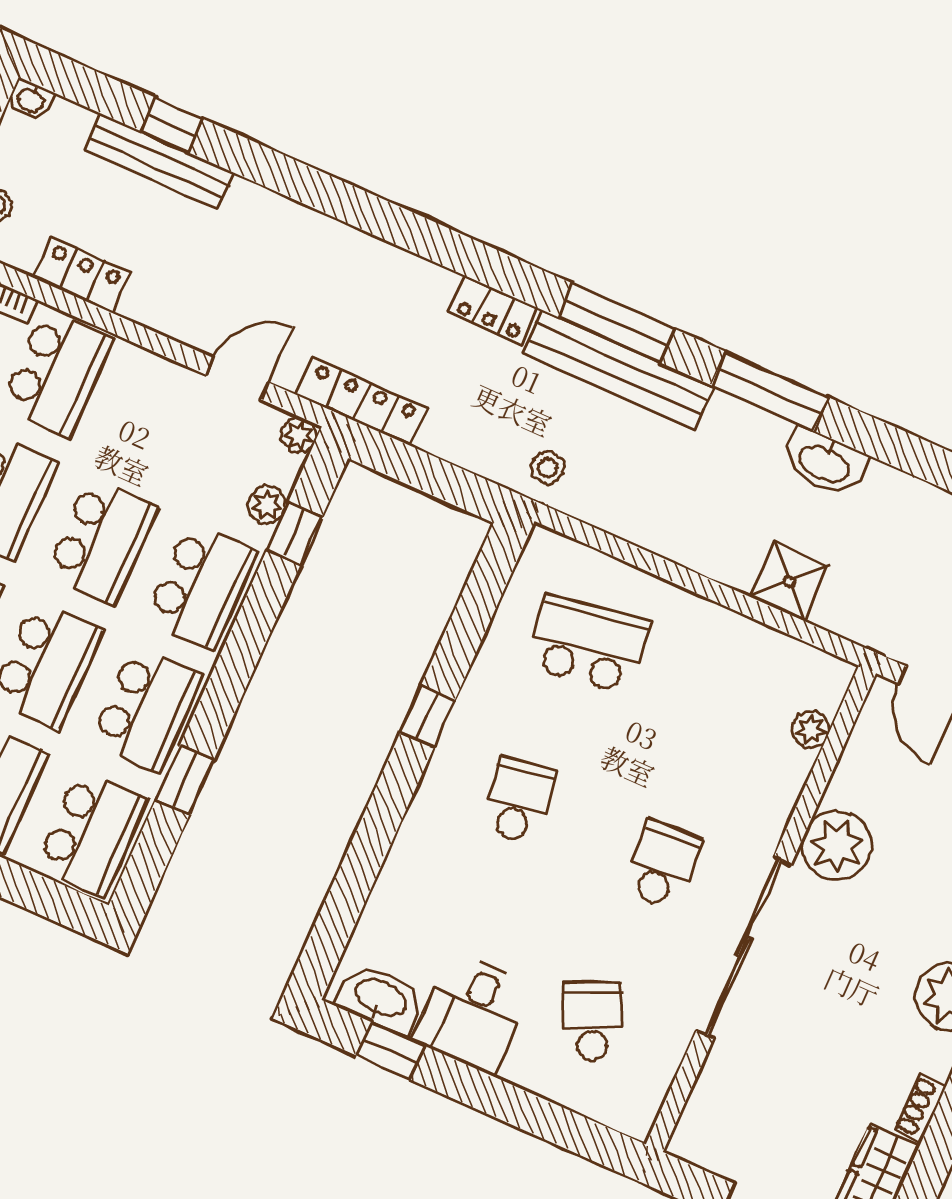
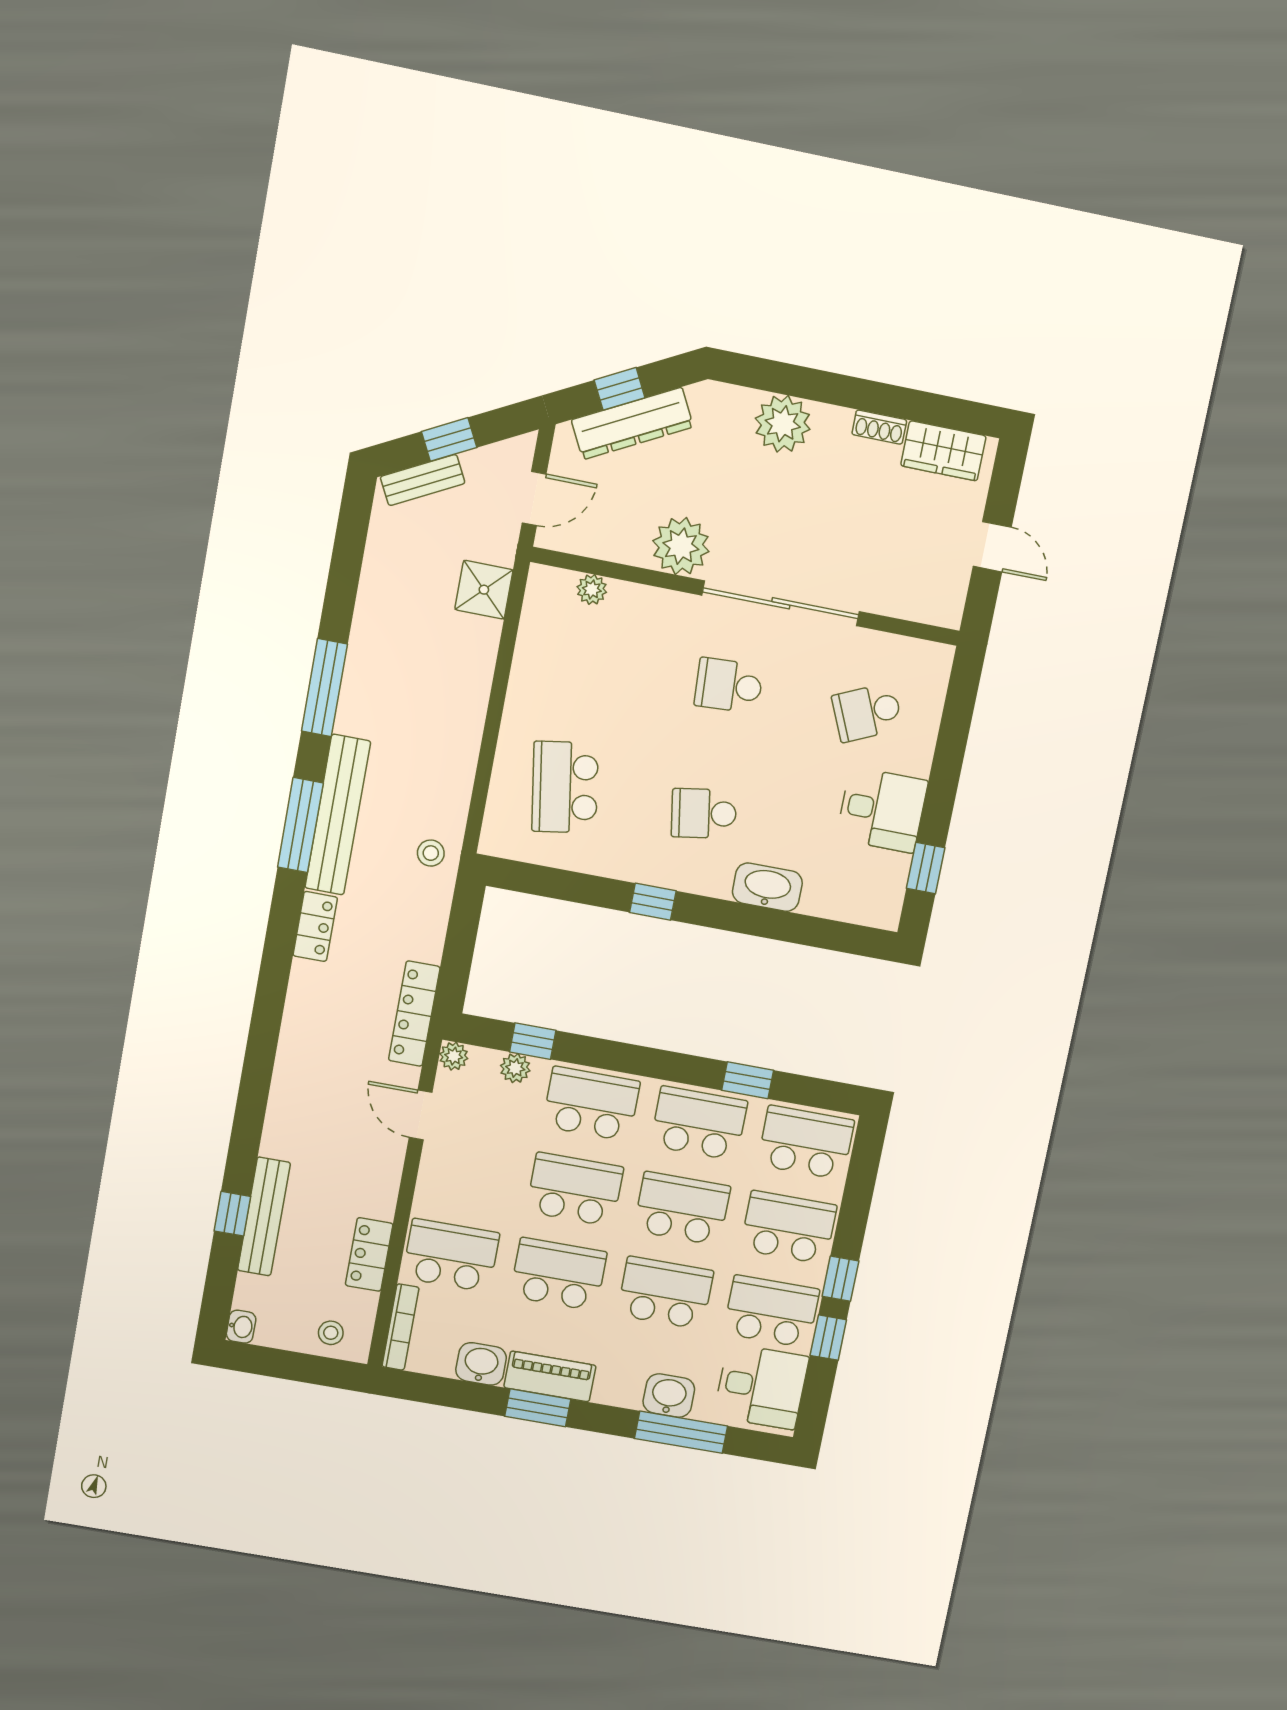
washbasin: (825, 463) -> (371, 629), removed
shower: (789, 582) -> (484, 590), moved
washbasin: (381, 999) -> (767, 887), moved, turned 90

